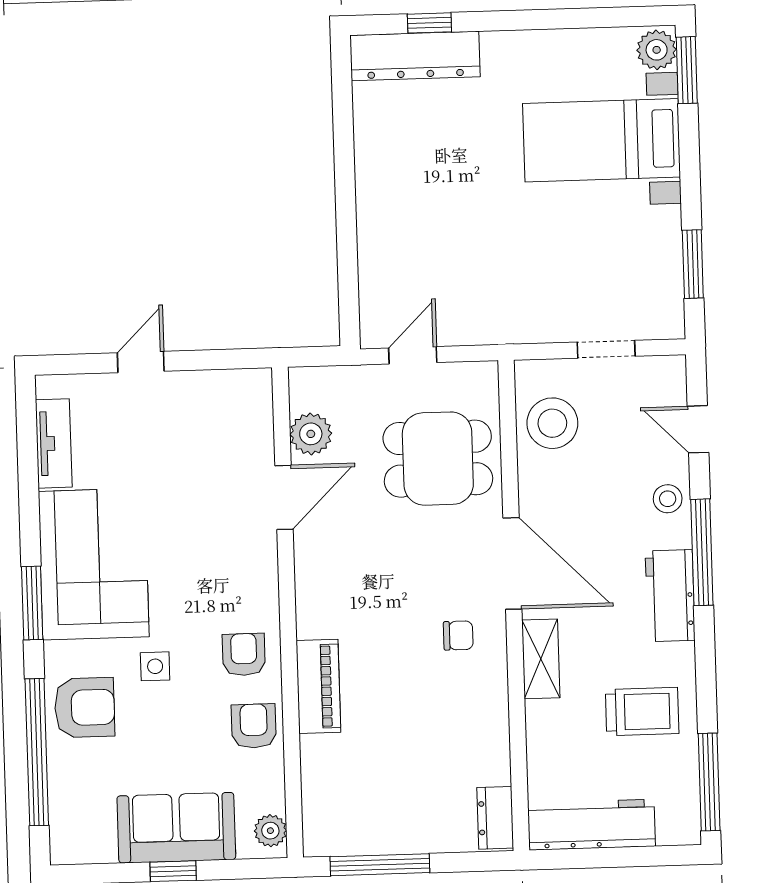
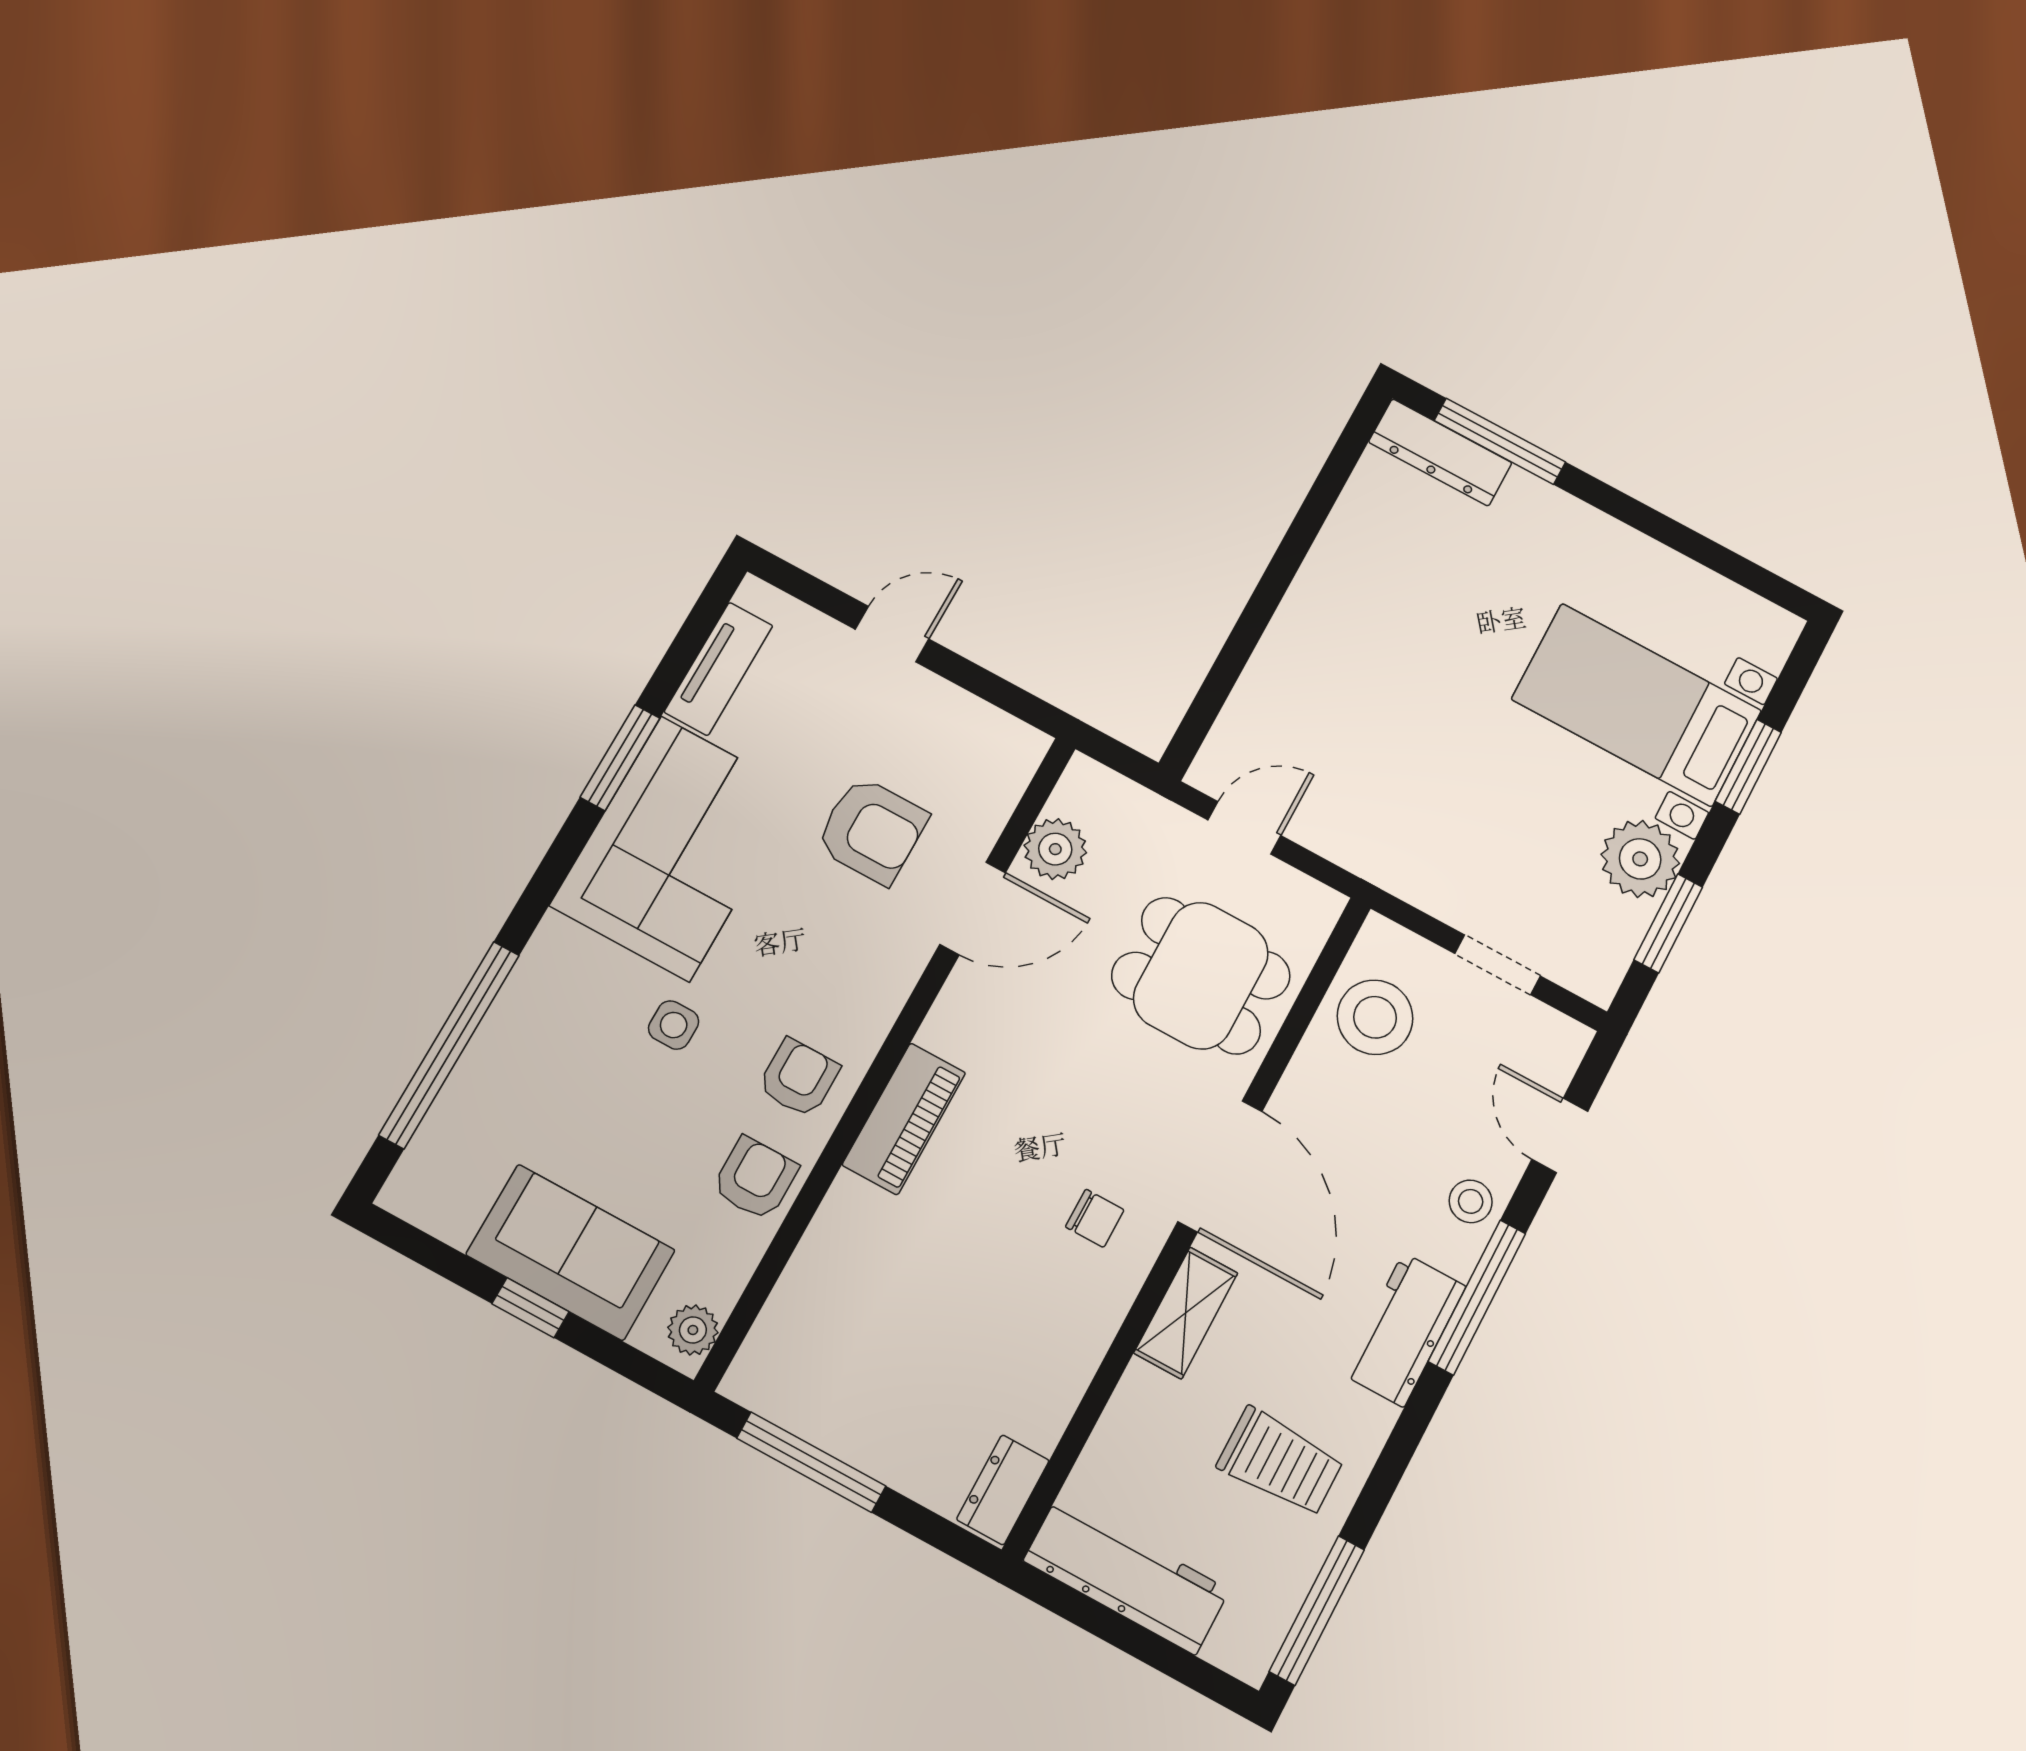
window: (429, 23) -> (1500, 441), width x2.17
plant: (657, 50) -> (1640, 859), moved, width x1.36, depth x1.36
dresser: (415, 56) -> (1440, 452), width x0.73, depth x0.80
window: (687, 70) -> (1748, 767), moved
window: (32, 603) -> (620, 758), moved
piano: (318, 686) -> (904, 1119), moved
armchair: (85, 708) -> (872, 830), moved

